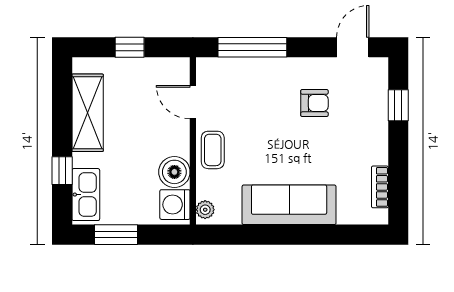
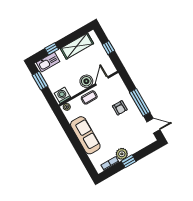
window: (252, 47) -> (140, 102), moved
armchair: (314, 103) -> (120, 108), moved
window: (398, 105) -> (129, 161), moved
plant: (374, 149) -> (122, 154), added
boiler: (174, 172) -> (86, 81), moved

